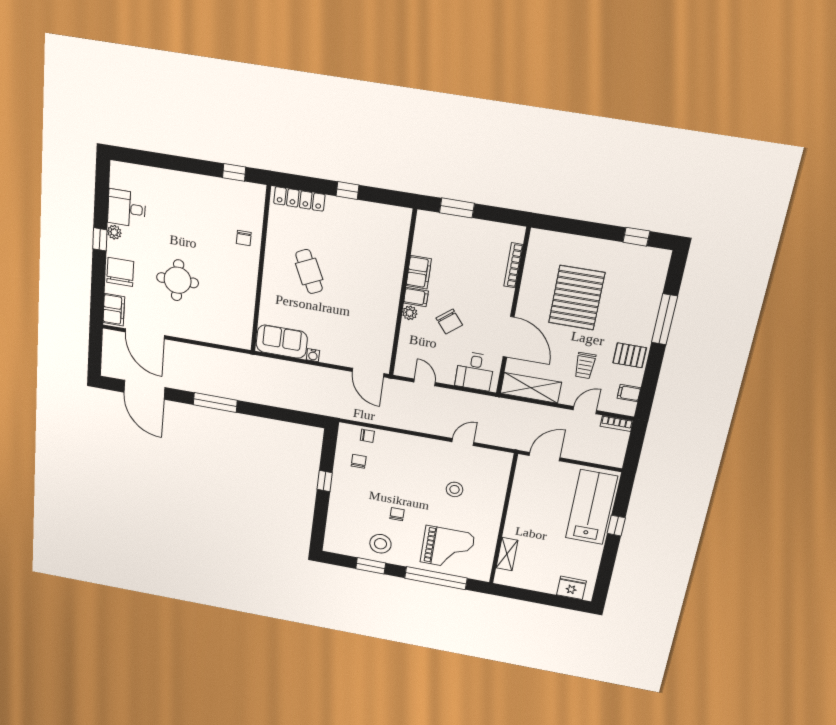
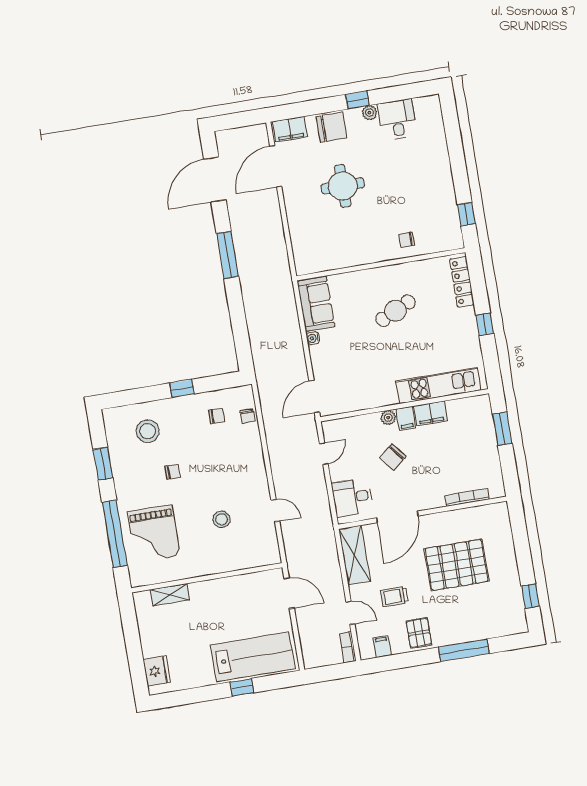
kitchen unit: (394, 256) -> (438, 385), added
stool: (380, 544) -> (148, 431), moved

